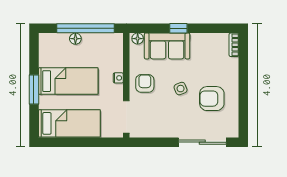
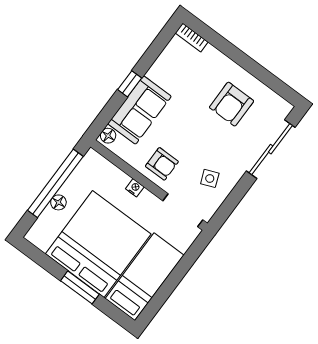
bed: (68, 81) -> (98, 244), width x2.04
armchair: (145, 83) -> (162, 164), turned 180
side table: (181, 89) -> (210, 178), moved

